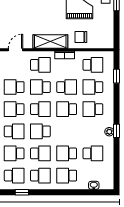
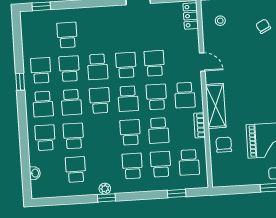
school desk: (93, 153) -> (76, 170), turned 180
school desk: (14, 176) -> (41, 70), turned 180

